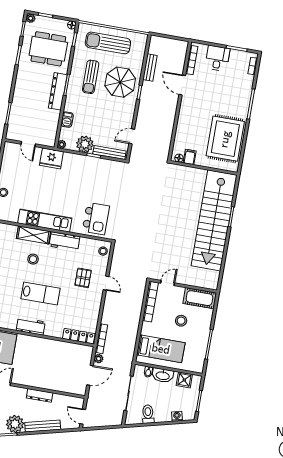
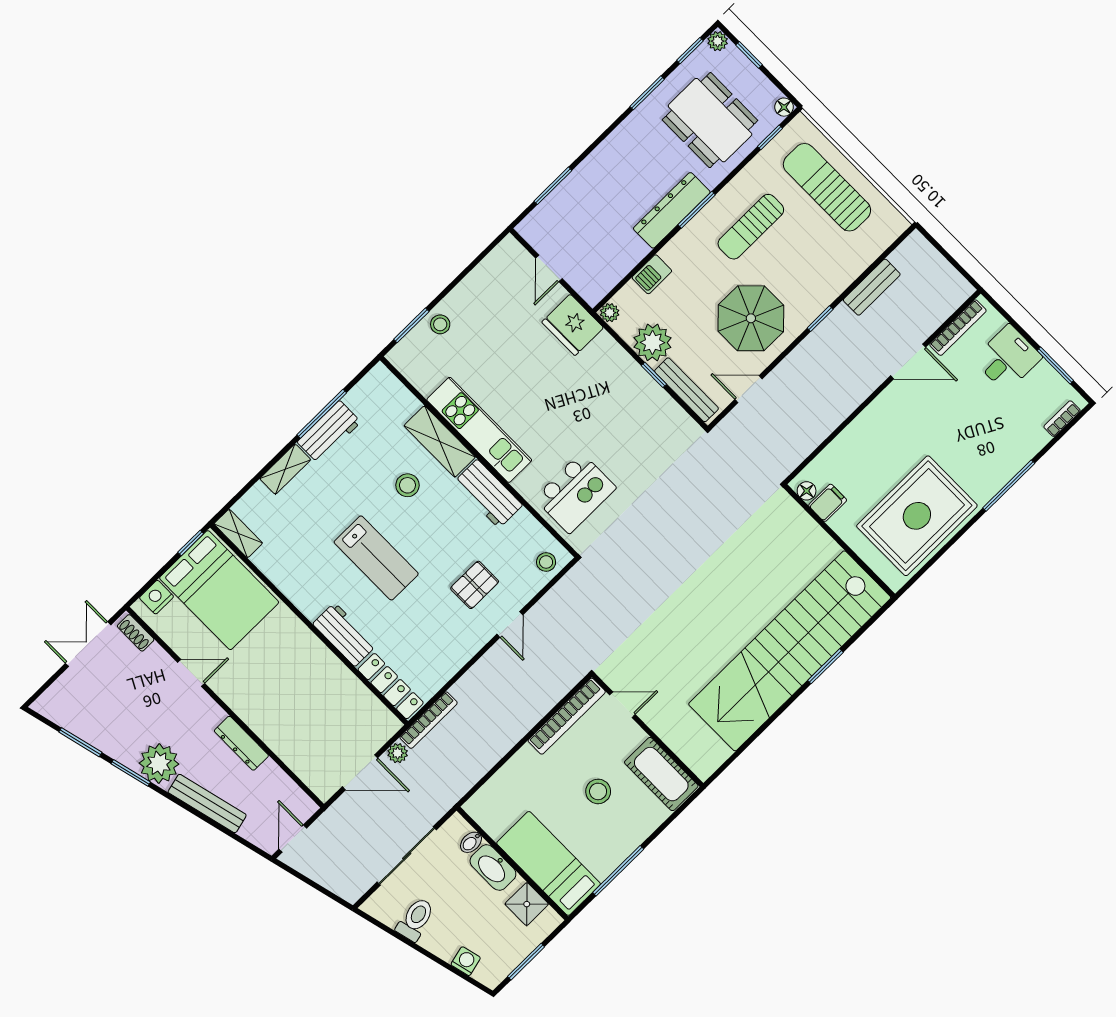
parasol: (120, 82) -> (751, 318), moved
door: (182, 85) -> (908, 361), swing flipped
workbench: (31, 326) -> (345, 635), moved
bed: (161, 349) -> (549, 863), moved, turned 180

